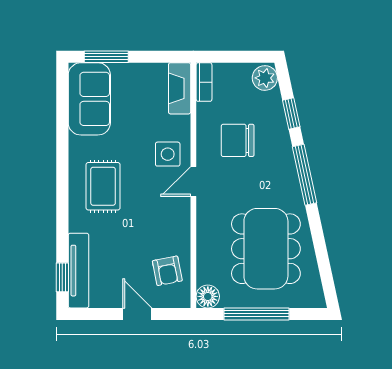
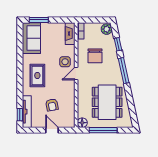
chair: (238, 140) -> (95, 56), turned -90
armchair: (167, 271) -> (52, 105), moved

